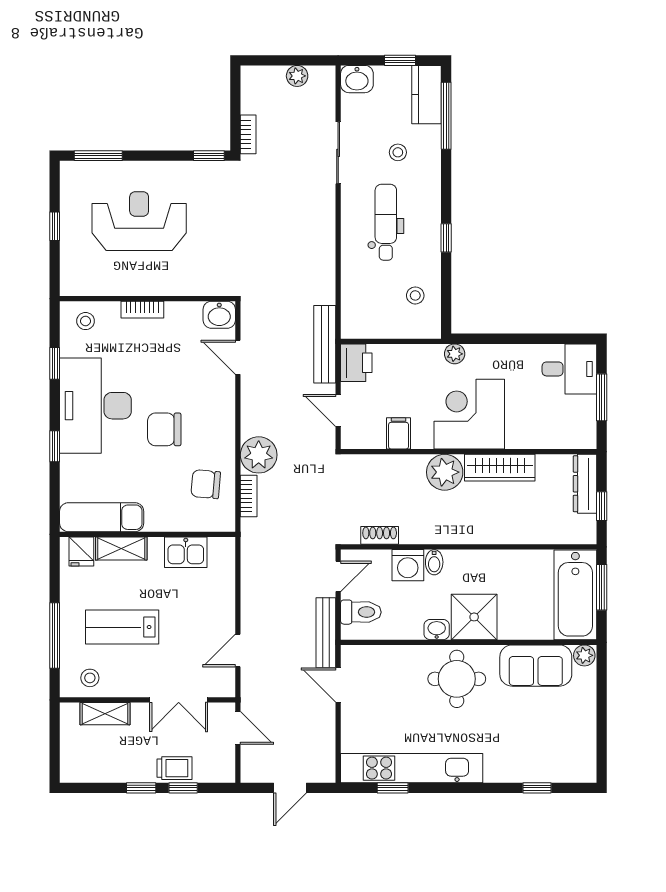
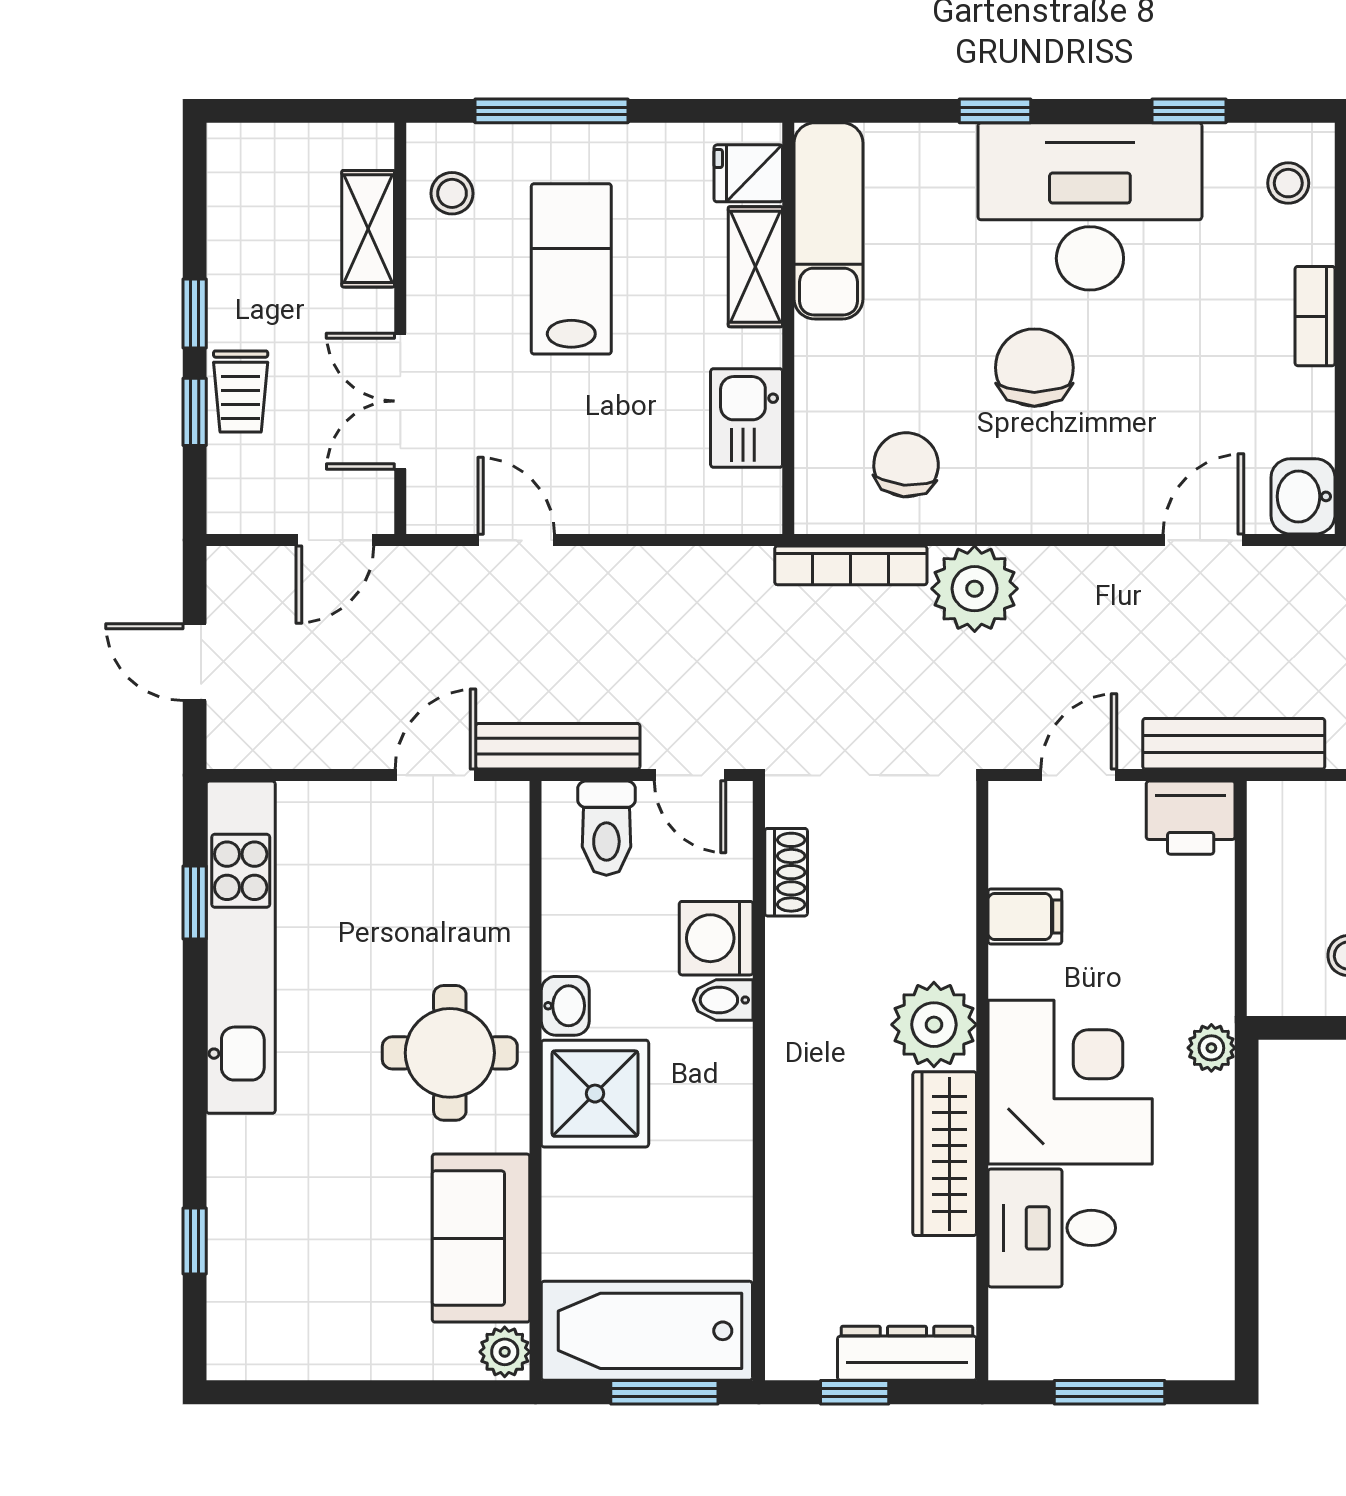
desk: (569, 369) -> (1052, 1228), moved, turned 90
bookcase: (249, 496) -> (851, 565), width x1.56

